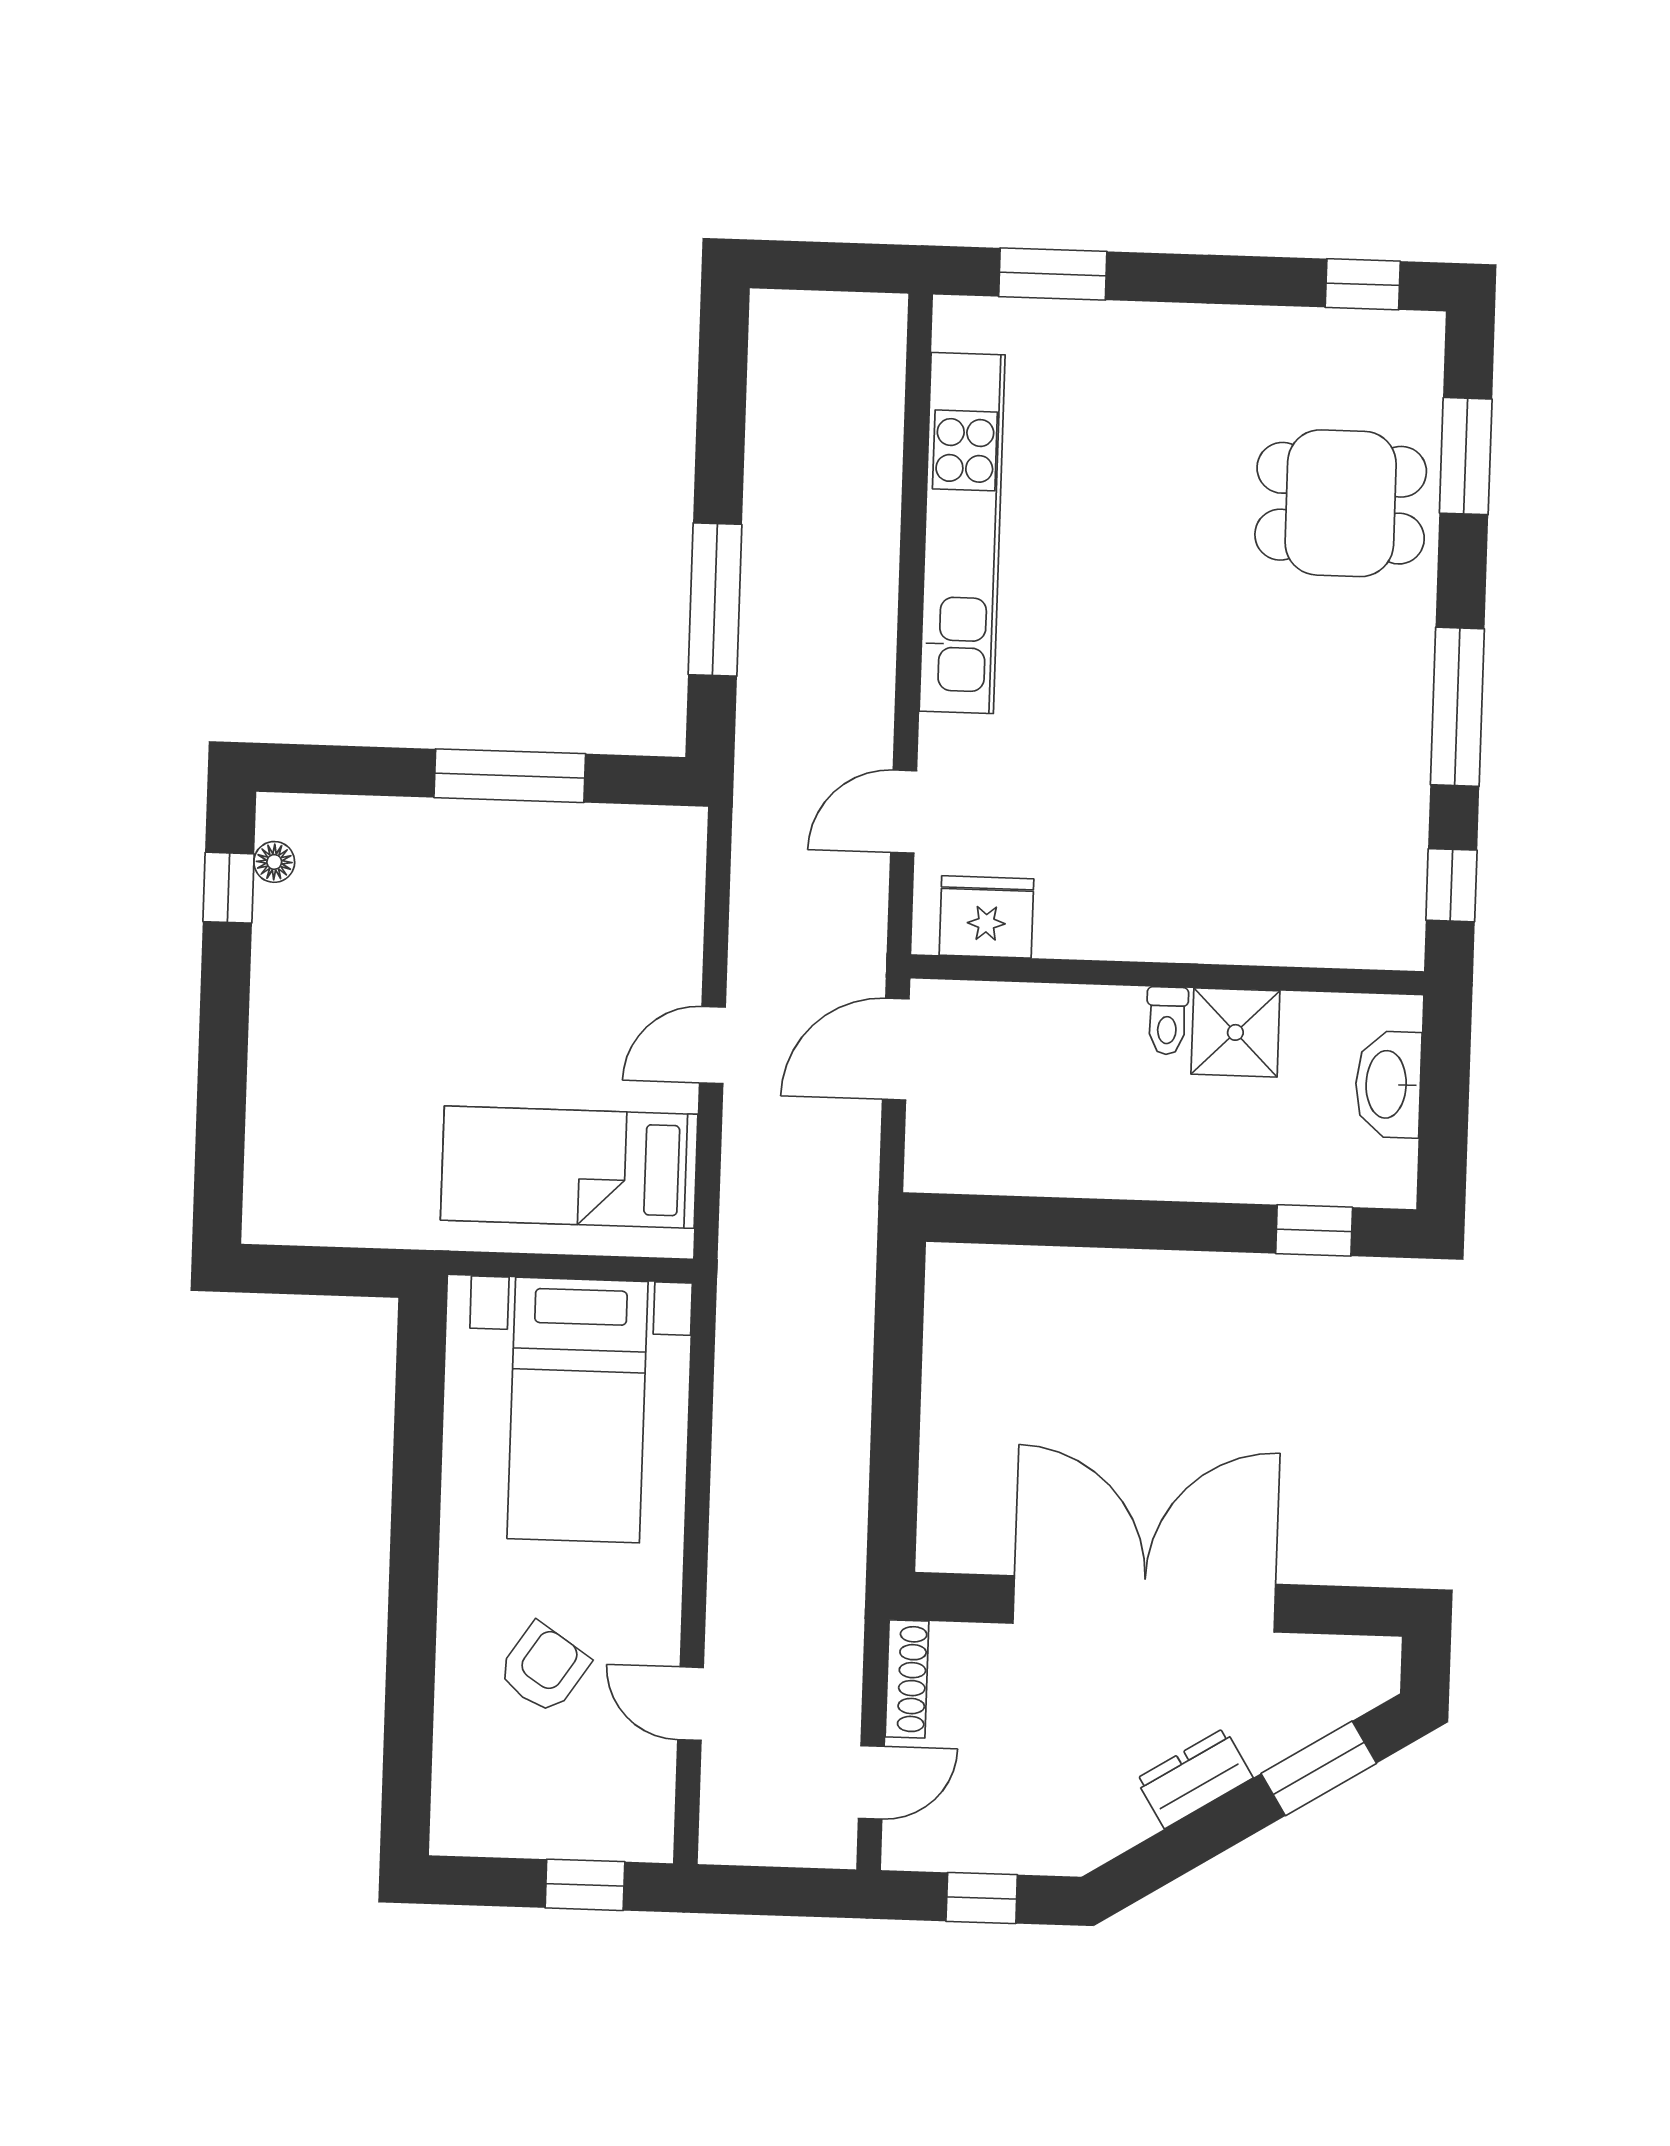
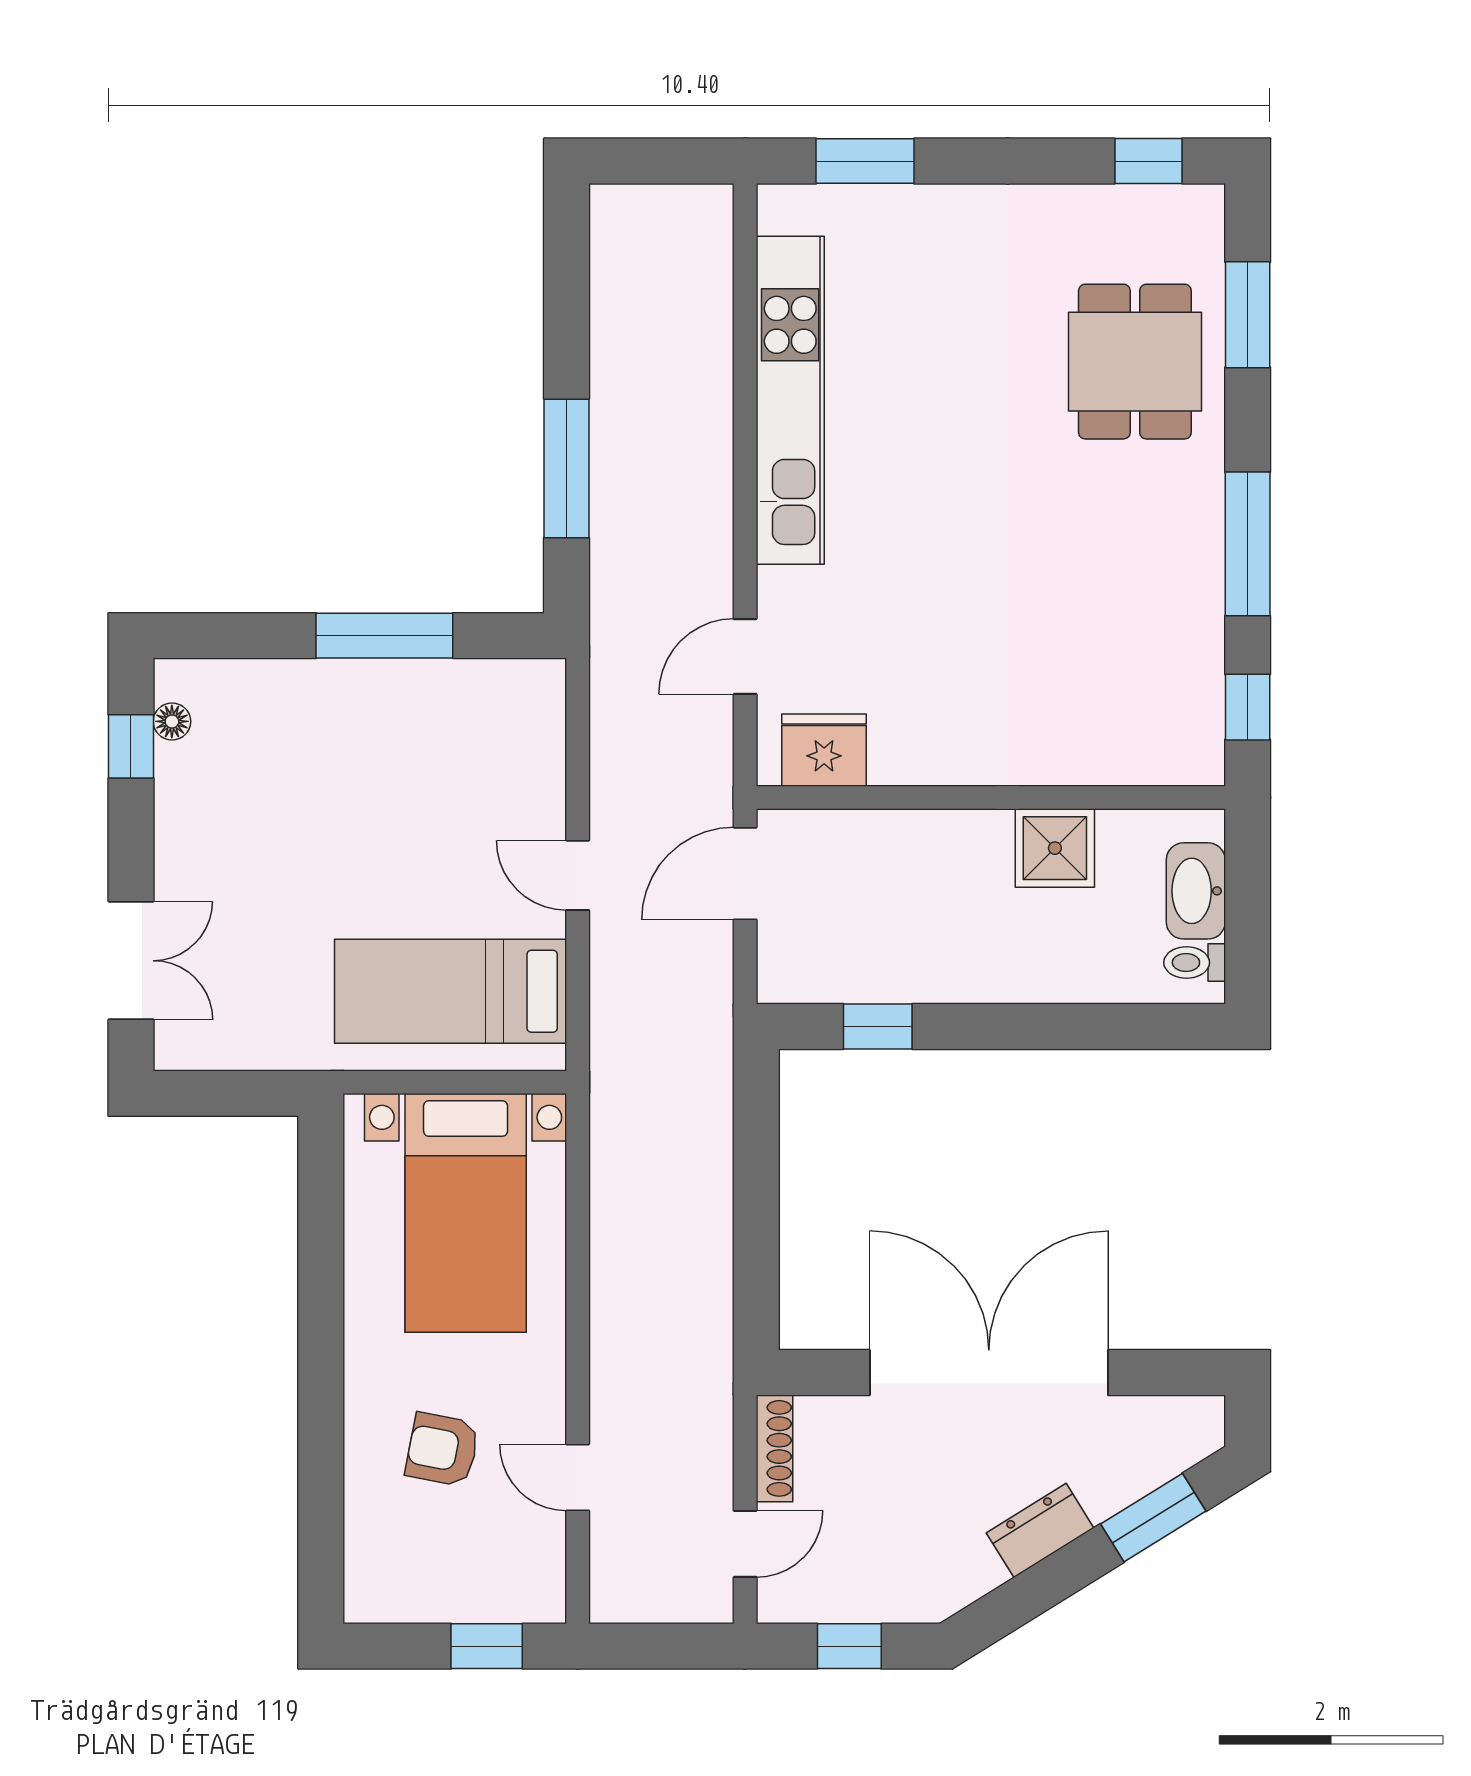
dining table: (1341, 503) -> (1135, 362), turned 90
toilet: (1167, 1021) -> (1195, 963), moved, turned 90
door: (712, 1045) -> (578, 875), hinge flipped
double door: (221, 1122) -> (131, 961), added
window: (1314, 1230) -> (878, 1026), moved
armchair: (544, 1668) -> (442, 1449), turned -113

